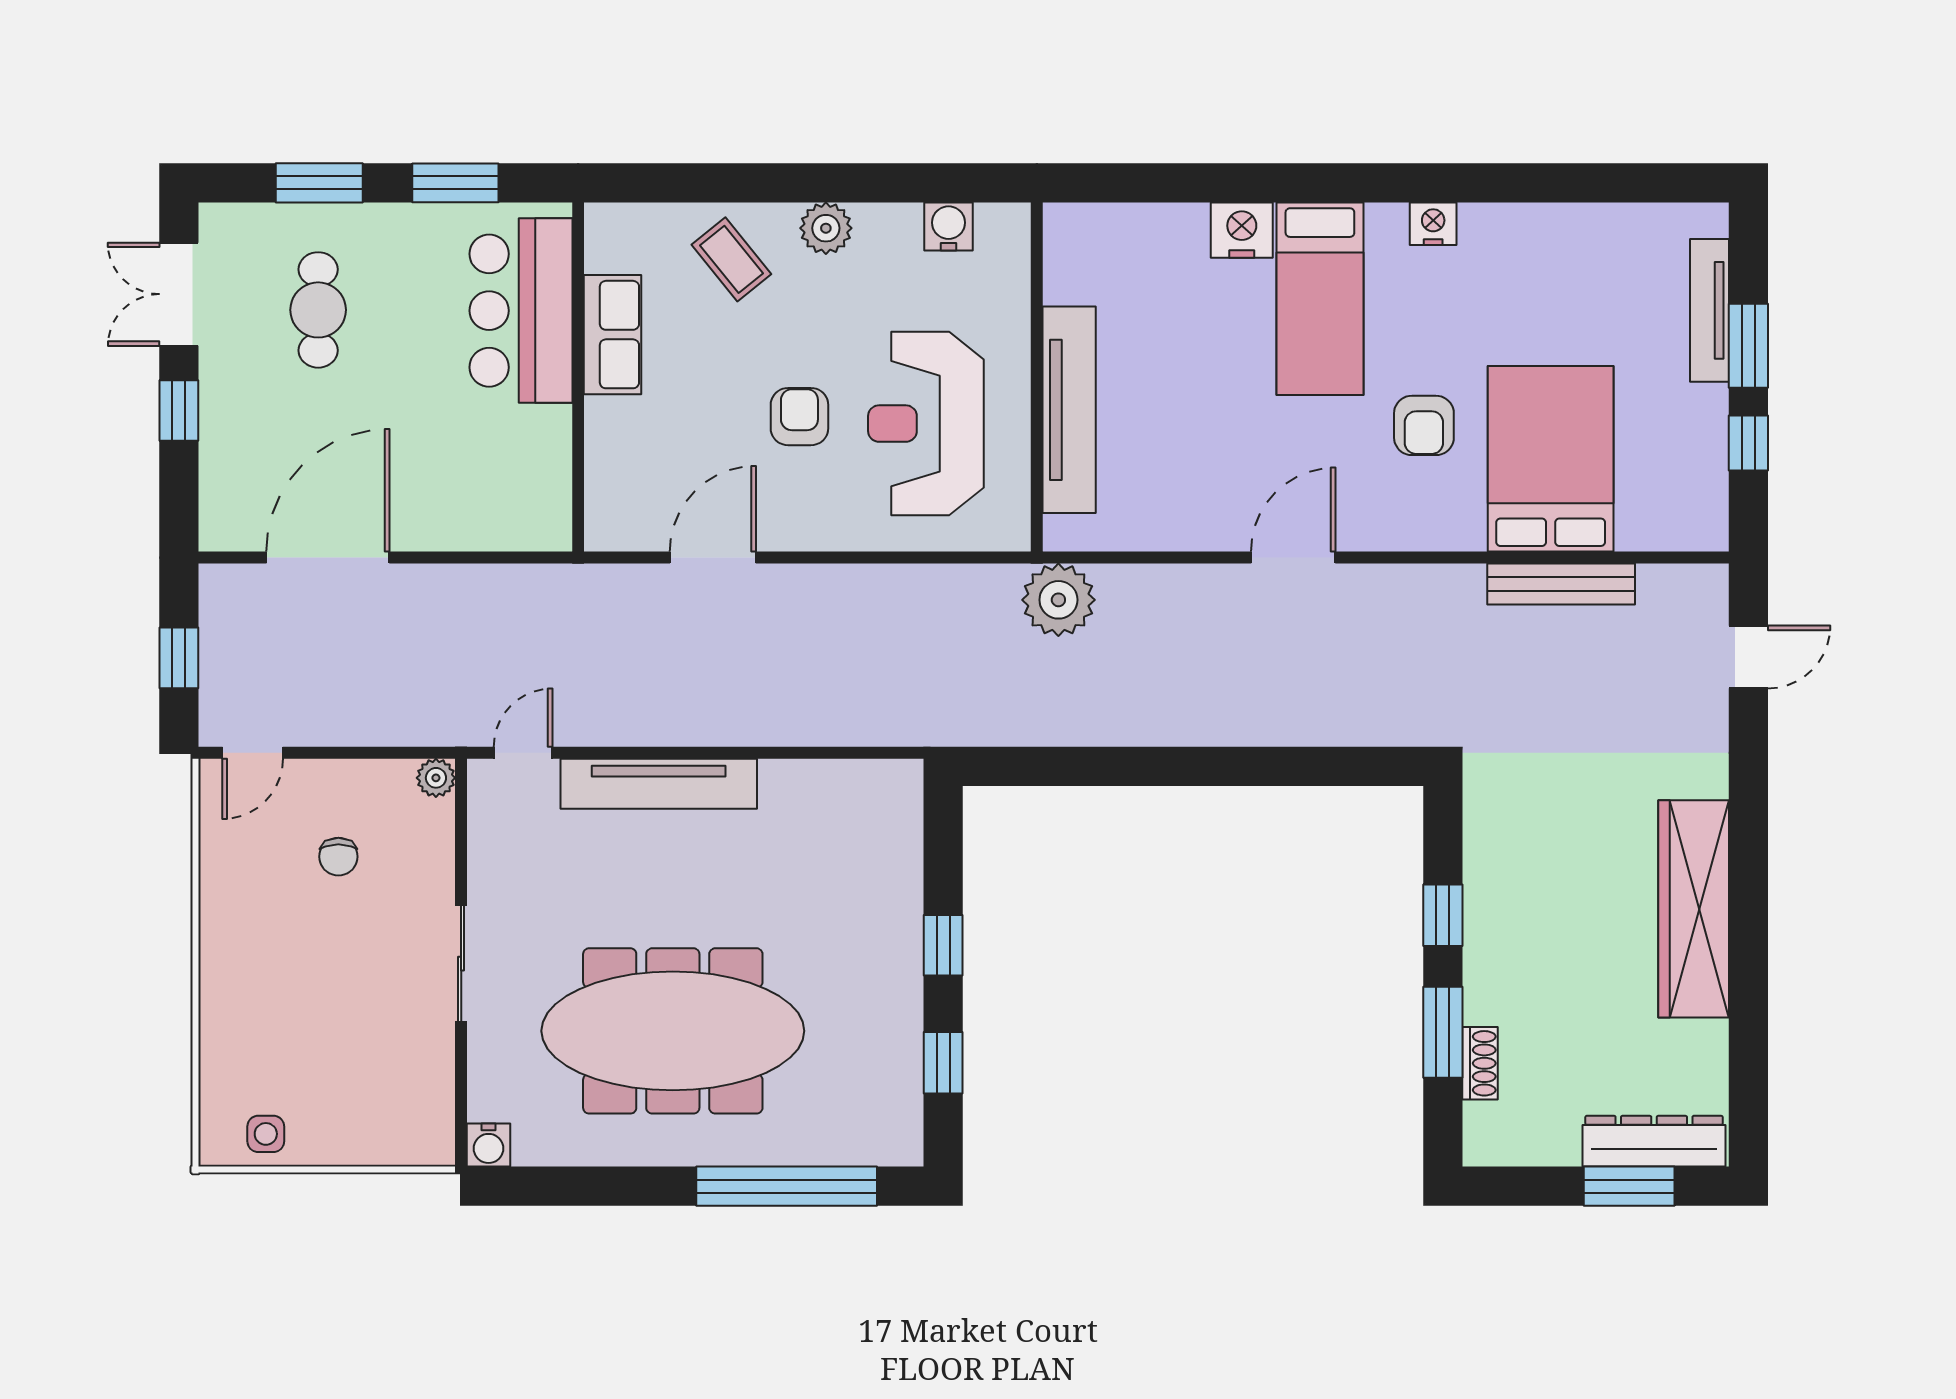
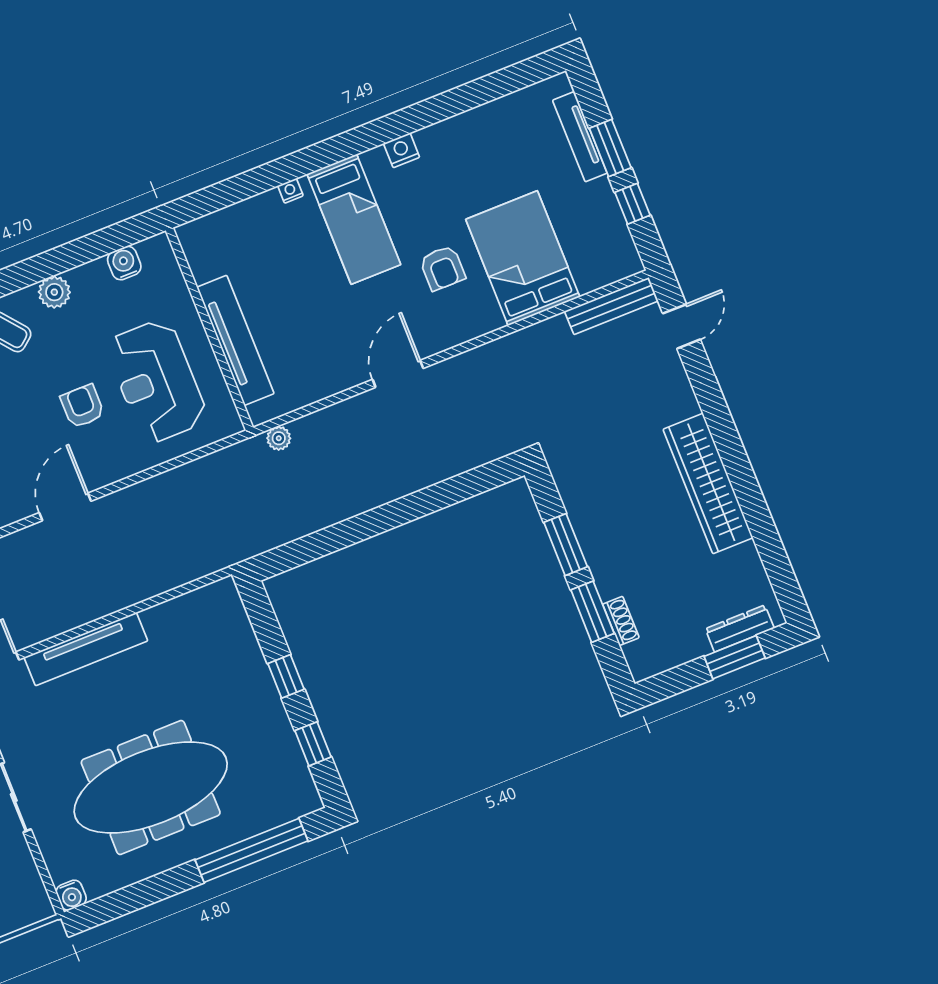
nightstand: (1242, 230) -> (290, 191), width x0.53, depth x0.56
bench: (1561, 584) -> (611, 306), moved
plant: (1058, 600) -> (279, 438), width x0.53, depth x0.53
window: (1443, 915) -> (566, 545), width x1.50
dresser: (1654, 1141) -> (740, 629), width x0.73, depth x0.80

